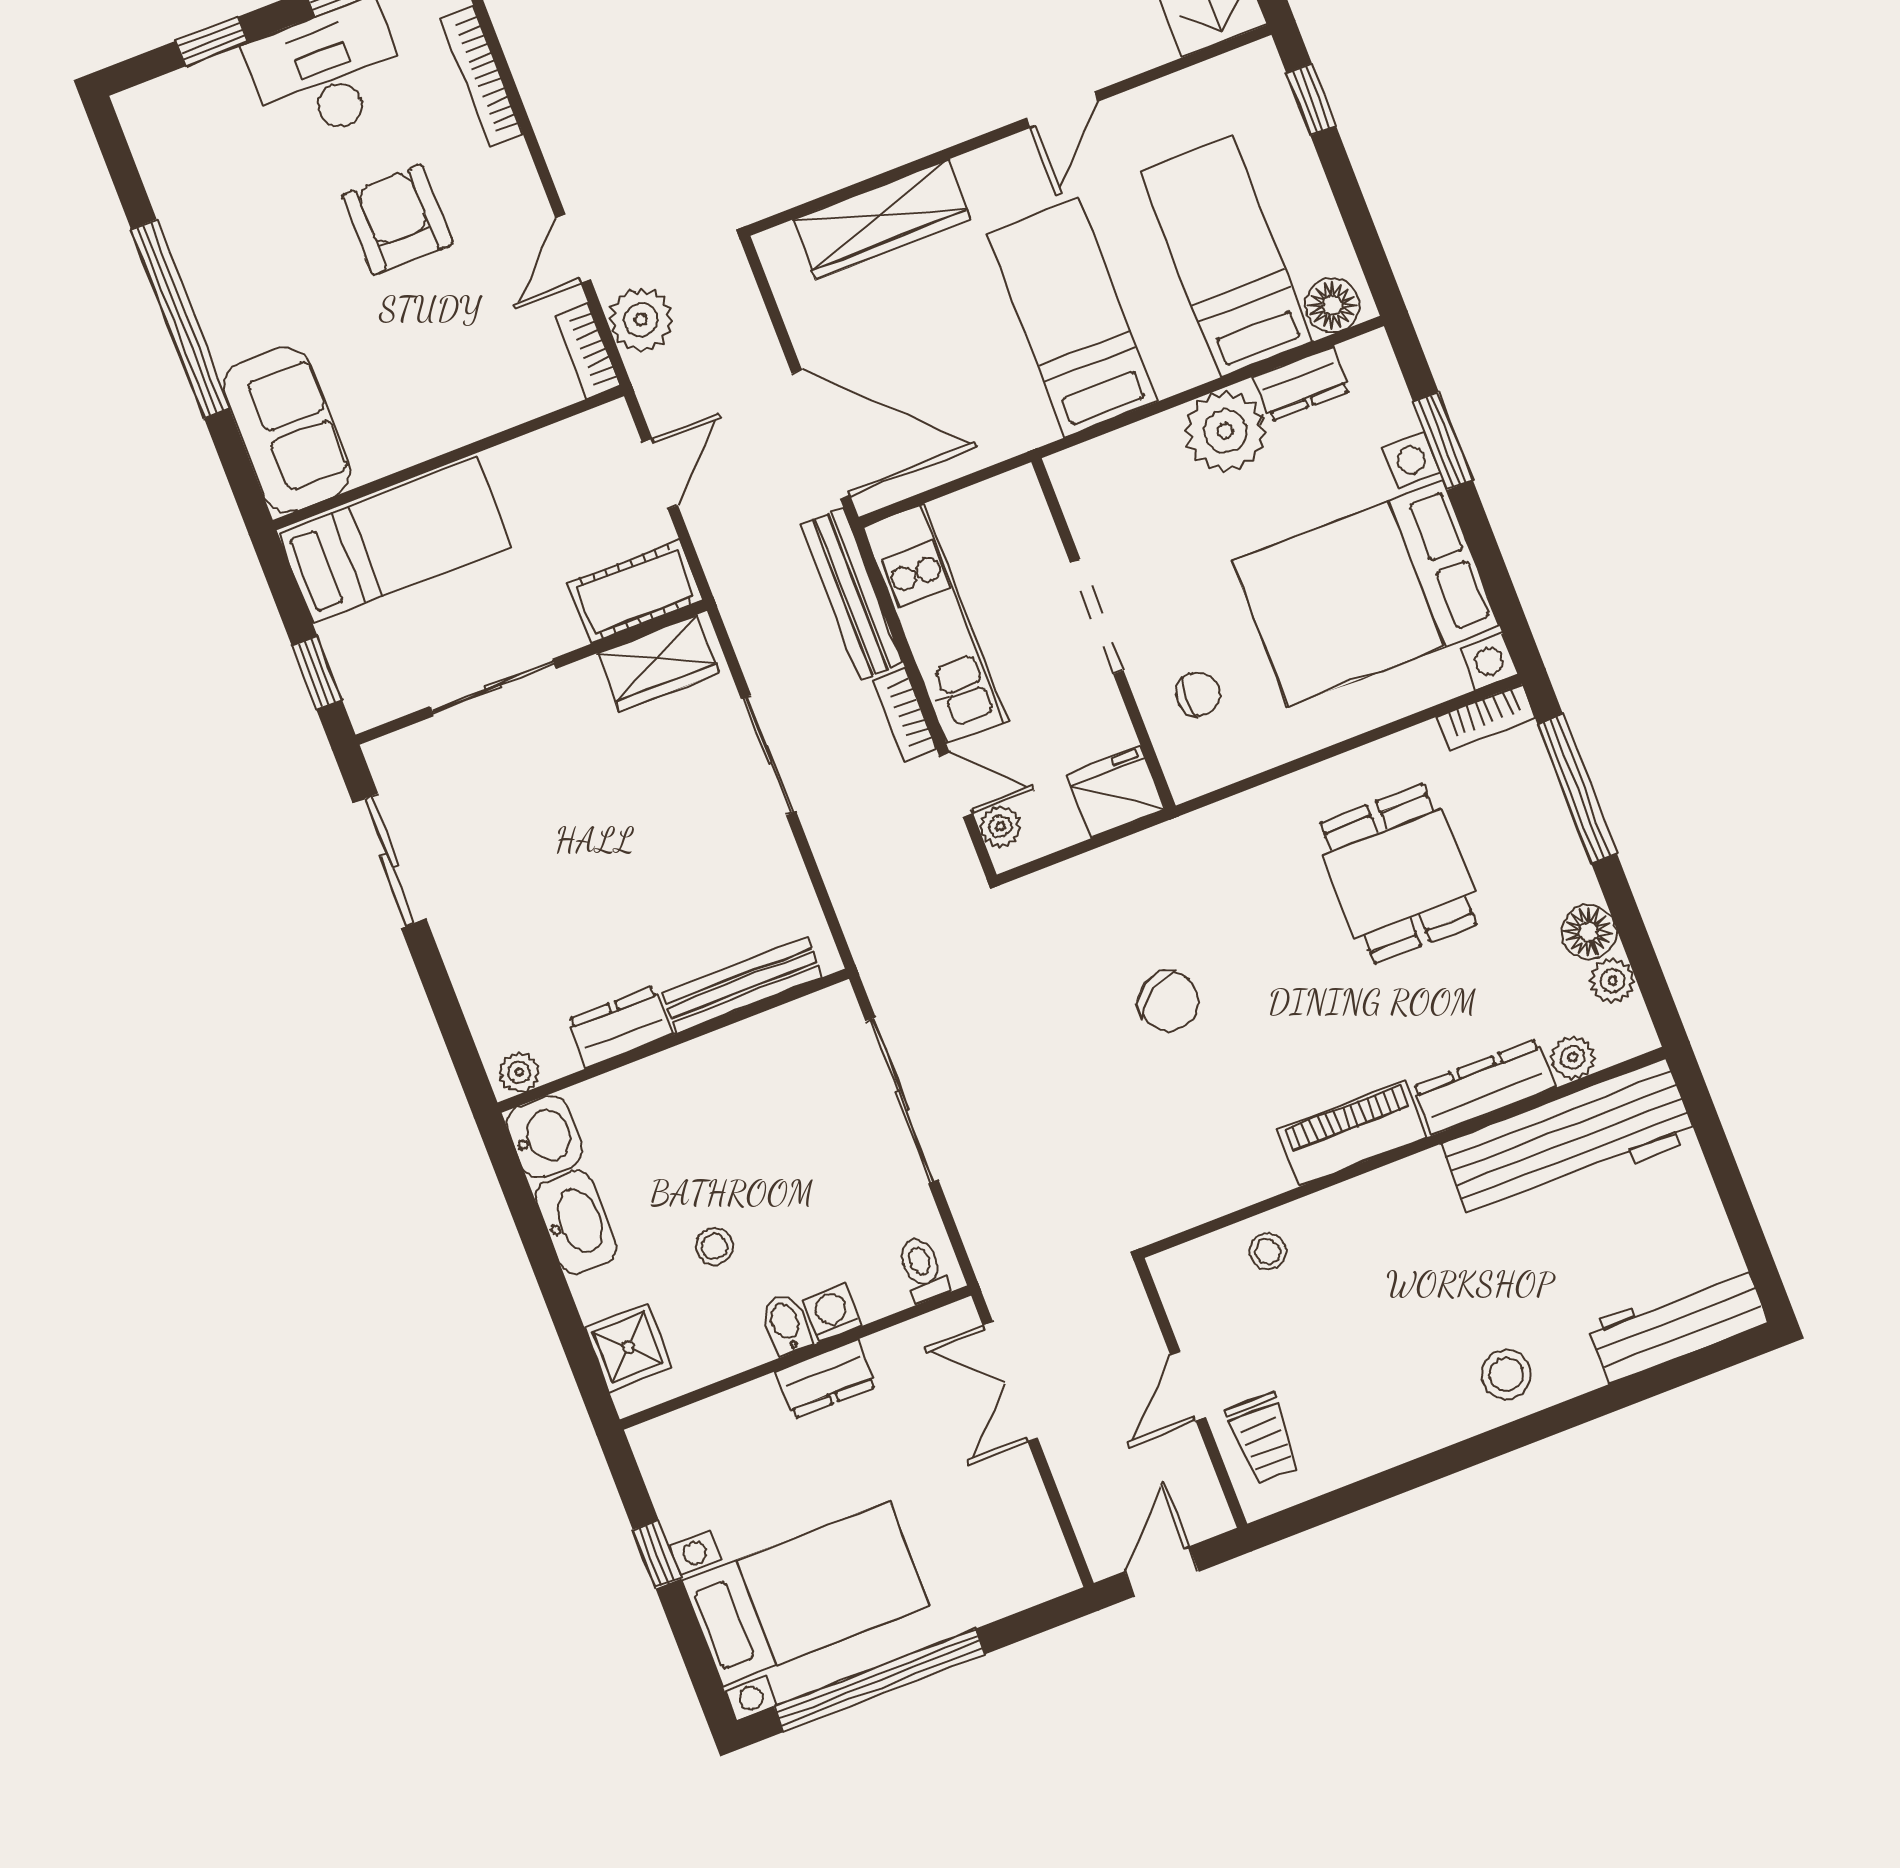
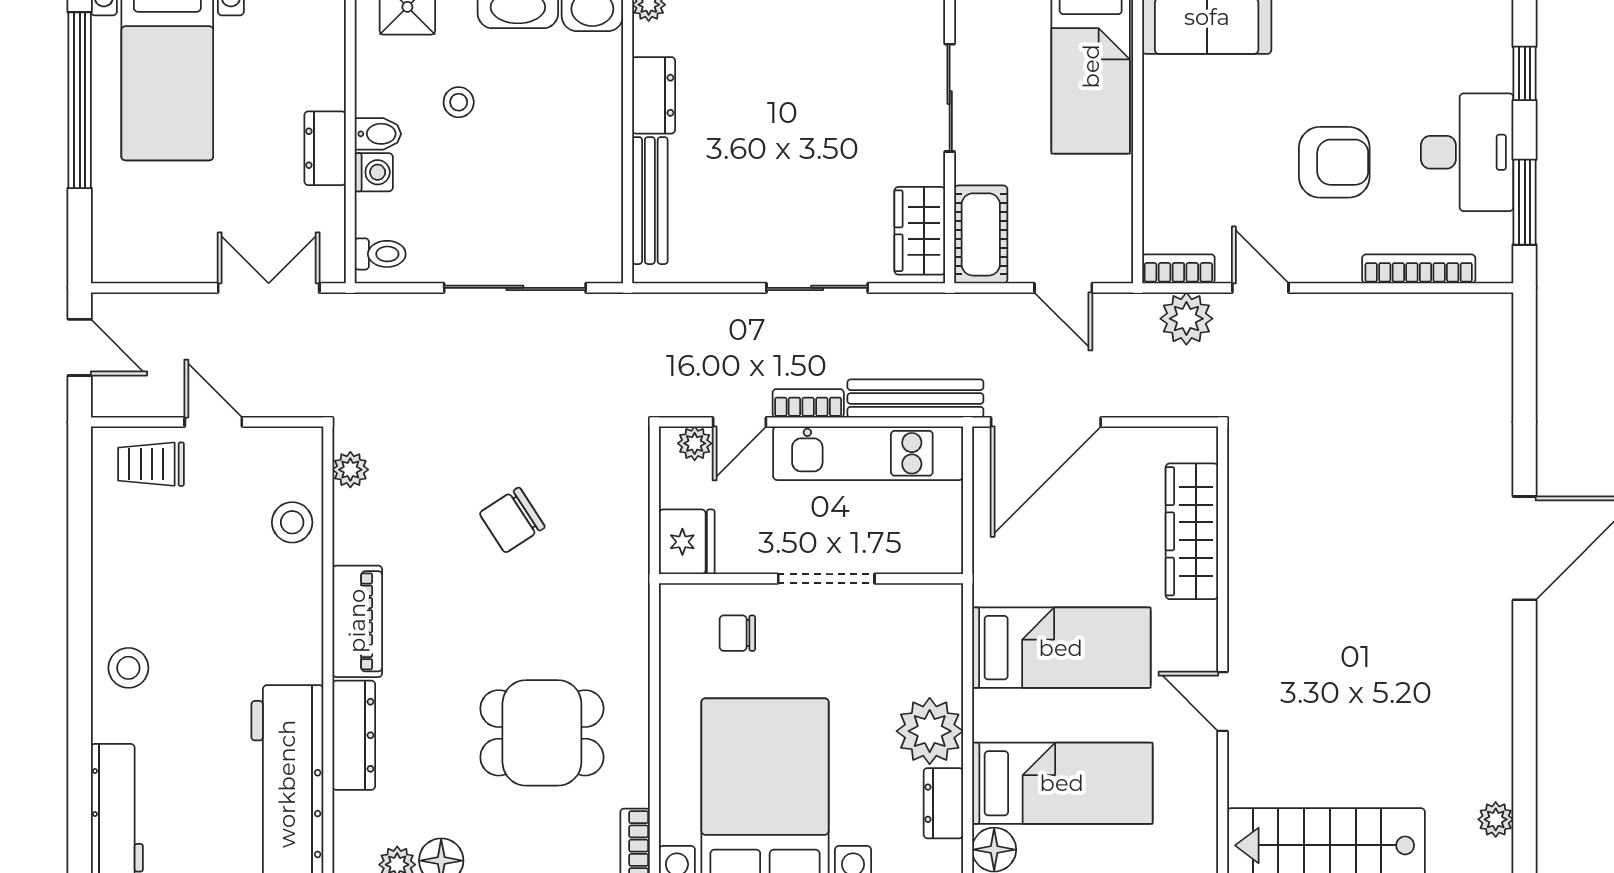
chair: (1198, 694) -> (737, 633), turned 90
plant: (1573, 1058) -> (350, 470), moved
stool: (1268, 1252) -> (292, 522), width x1.37, depth x1.37

